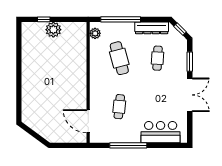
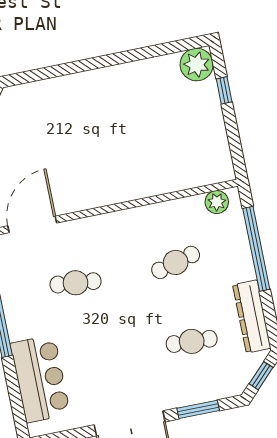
plant: (53, 30) -> (197, 65), moved
cafe table: (119, 58) -> (176, 262), width x0.73, depth x0.74

